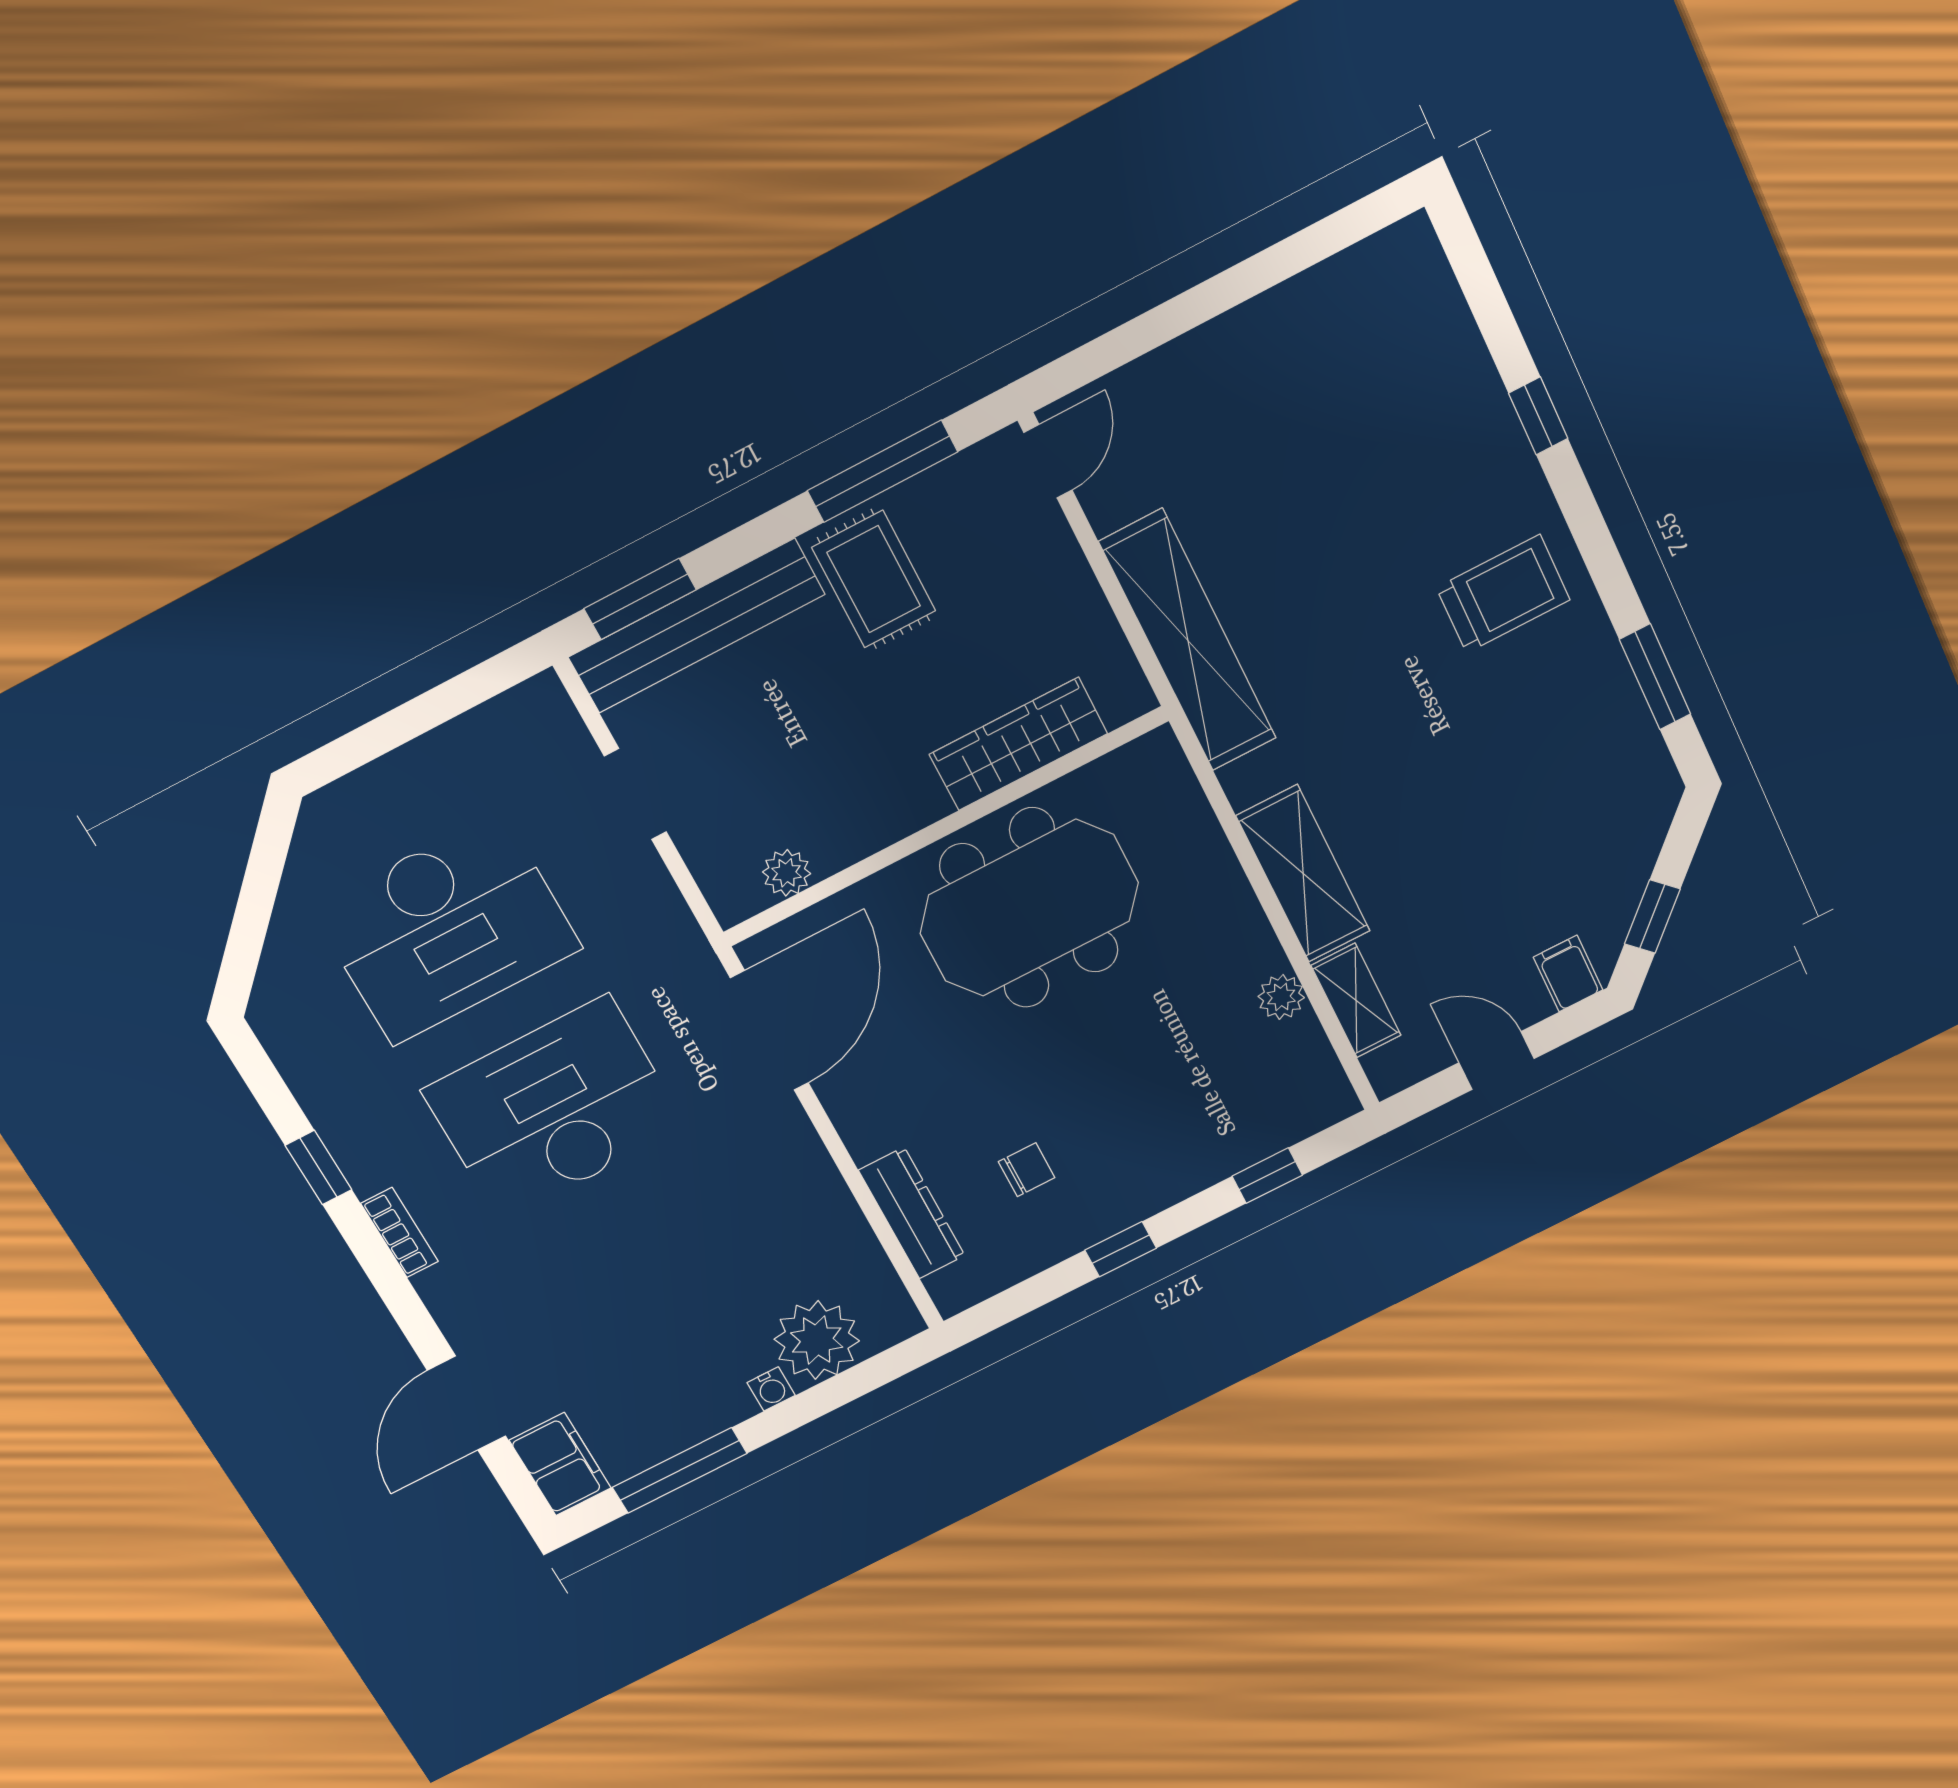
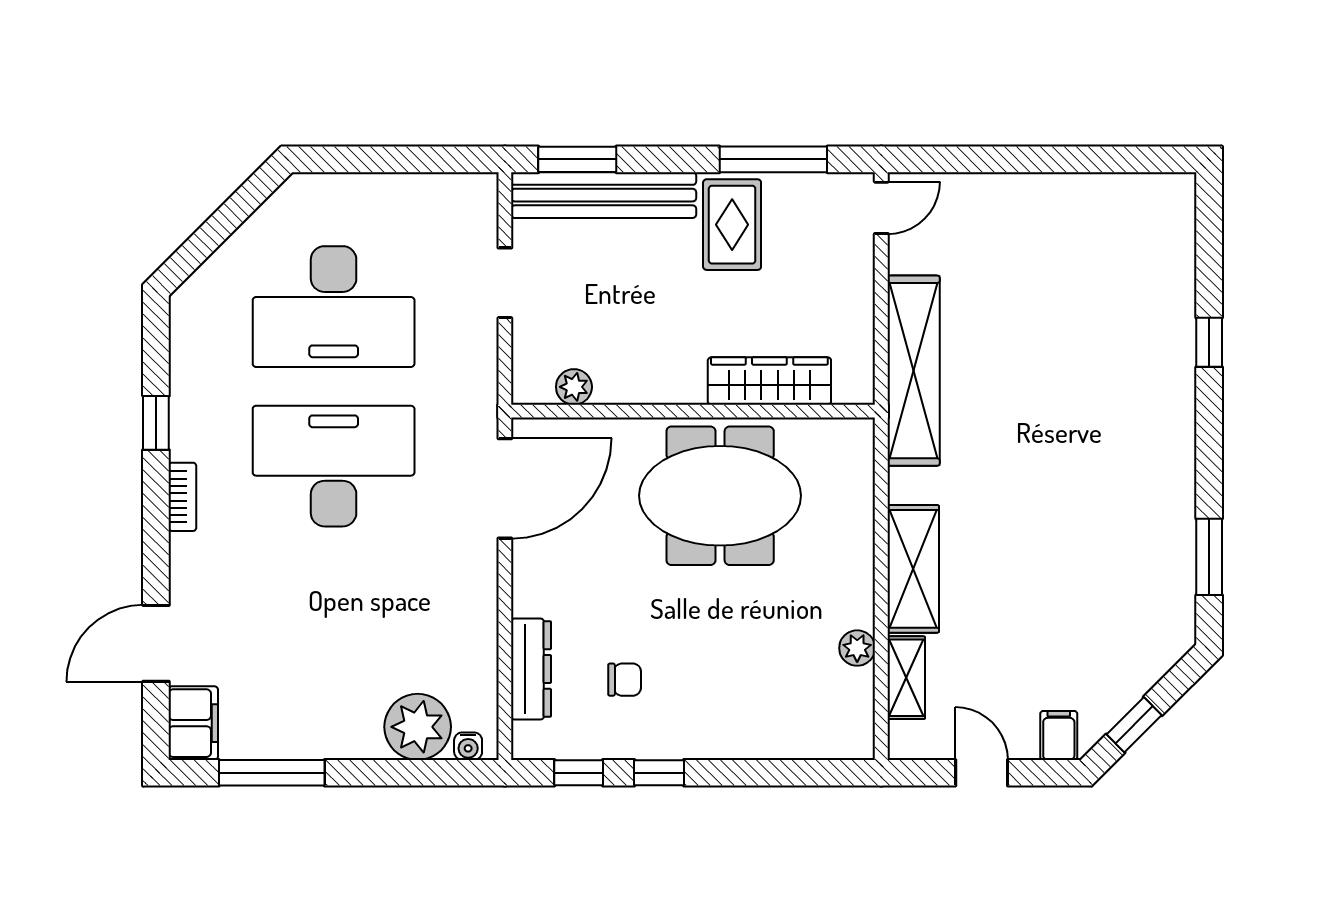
trolley: (1503, 594) -> (1134, 448), removed
window: (1267, 1176) -> (579, 773), moved
water cooler: (771, 1389) -> (468, 746), moved

